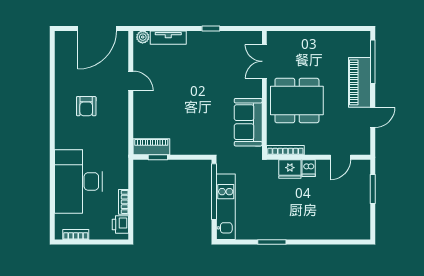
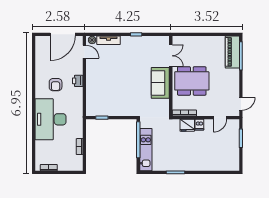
double door: (264, 61) -> (171, 56), swing flipped
door: (131, 81) -> (84, 52), moved
piano: (360, 82) -> (232, 52), moved
door: (373, 117) -> (241, 104), moved
sofa: (248, 122) -> (160, 83), moved
piano: (151, 147) -> (98, 111), removed
desk: (78, 181) -> (51, 119), moved
printer: (120, 224) -> (78, 81), moved

